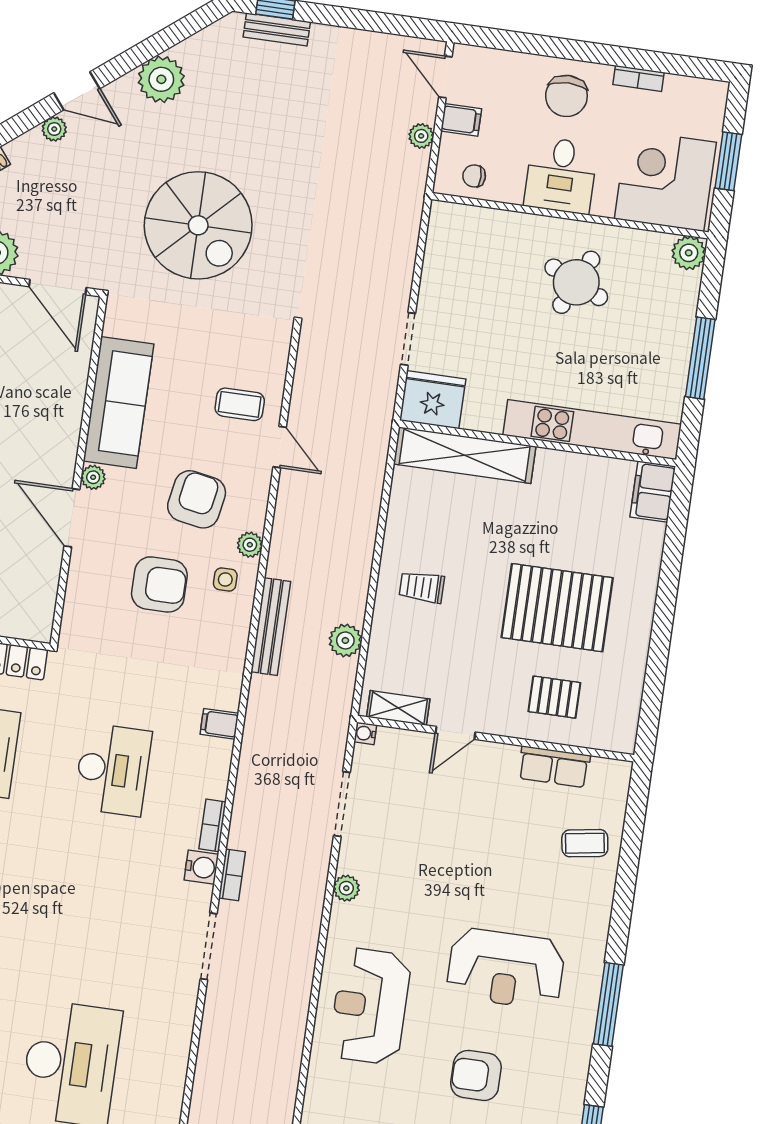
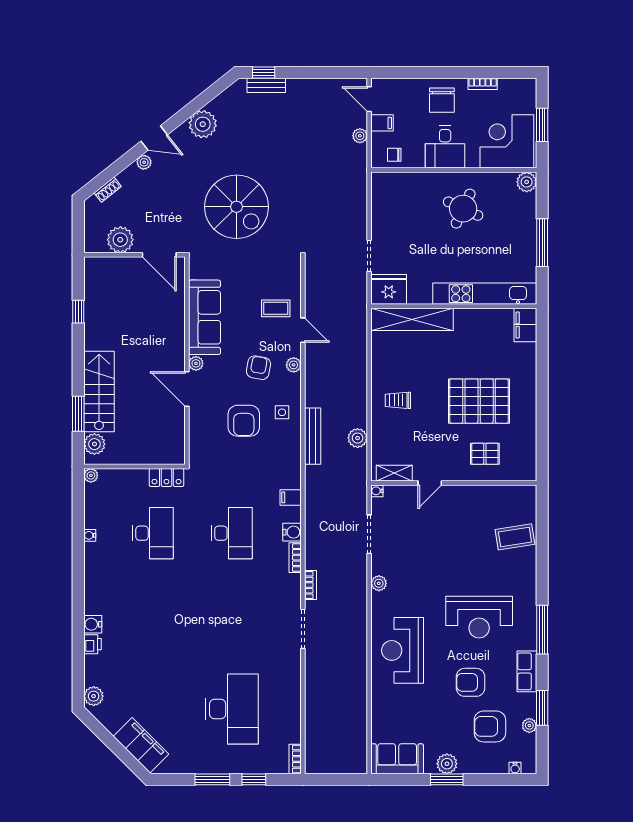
armchair: (197, 499) -> (258, 368), width x0.72, depth x0.72
plant: (250, 545) -> (294, 365), moved
armchair: (159, 584) -> (244, 421), turned 90
row of seats: (554, 767) -> (527, 671), moved, turned 90
coffee table: (585, 843) -> (515, 537), width x1.36, depth x1.30
water cooler: (201, 867) -> (292, 532), moved

